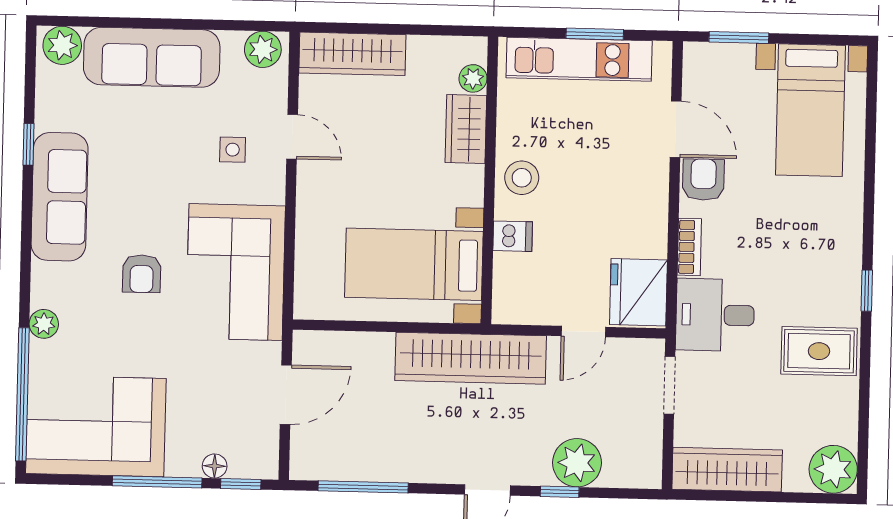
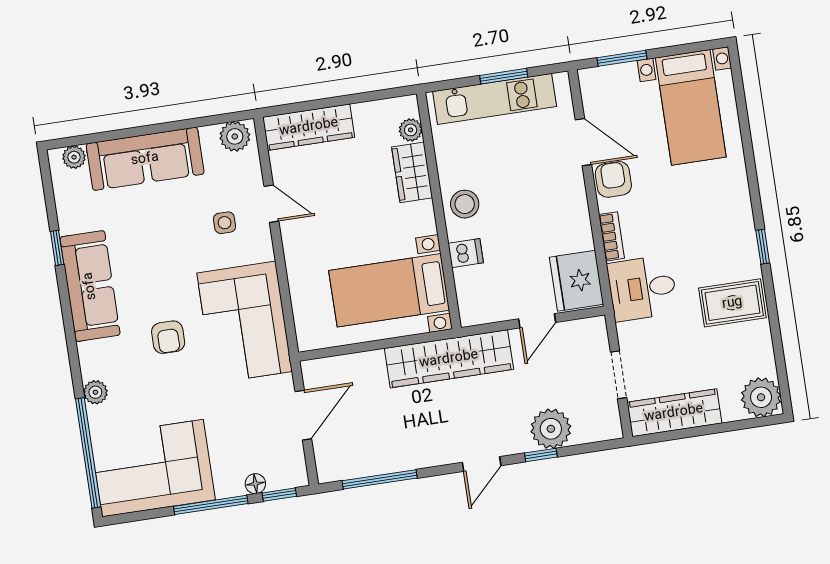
plant: (62, 45) -> (74, 157), width x0.73, depth x0.73
doorway: (669, 385) -> (619, 375), moved

